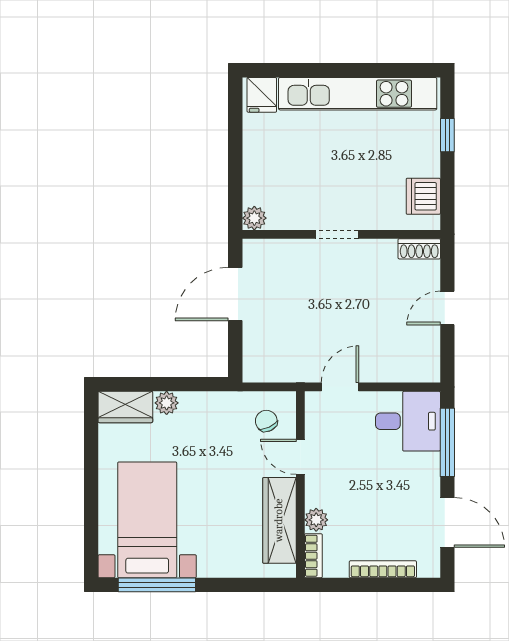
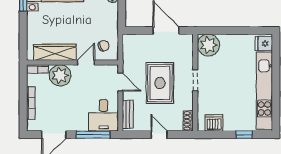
plant: (254, 218) -> (208, 45), width x1.87, depth x1.87
rug: (342, 306) -> (160, 83), added
bench: (406, 372) -> (128, 114), added
plant: (316, 520) -> (60, 75), width x1.87, depth x1.87

